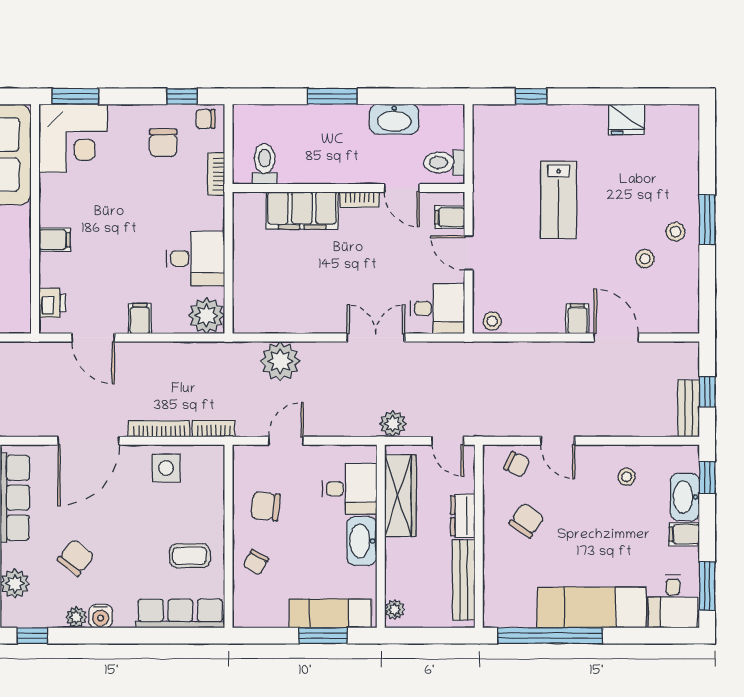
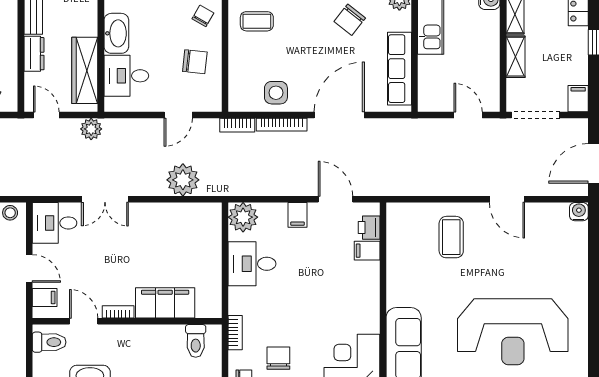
filing cabinet: (55, 240) -> (367, 251), moved

